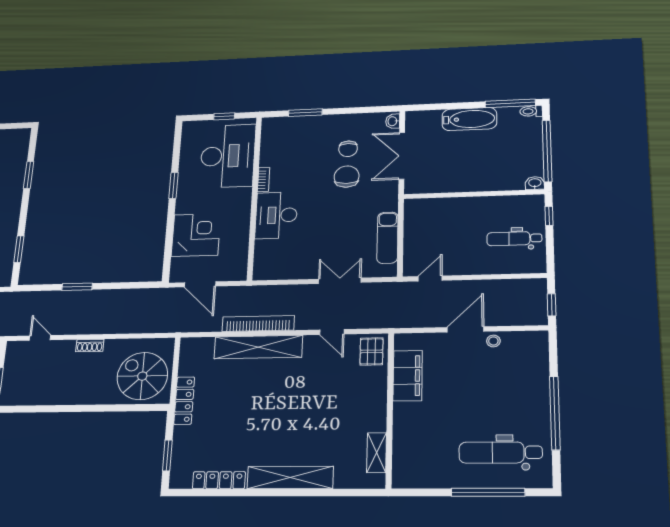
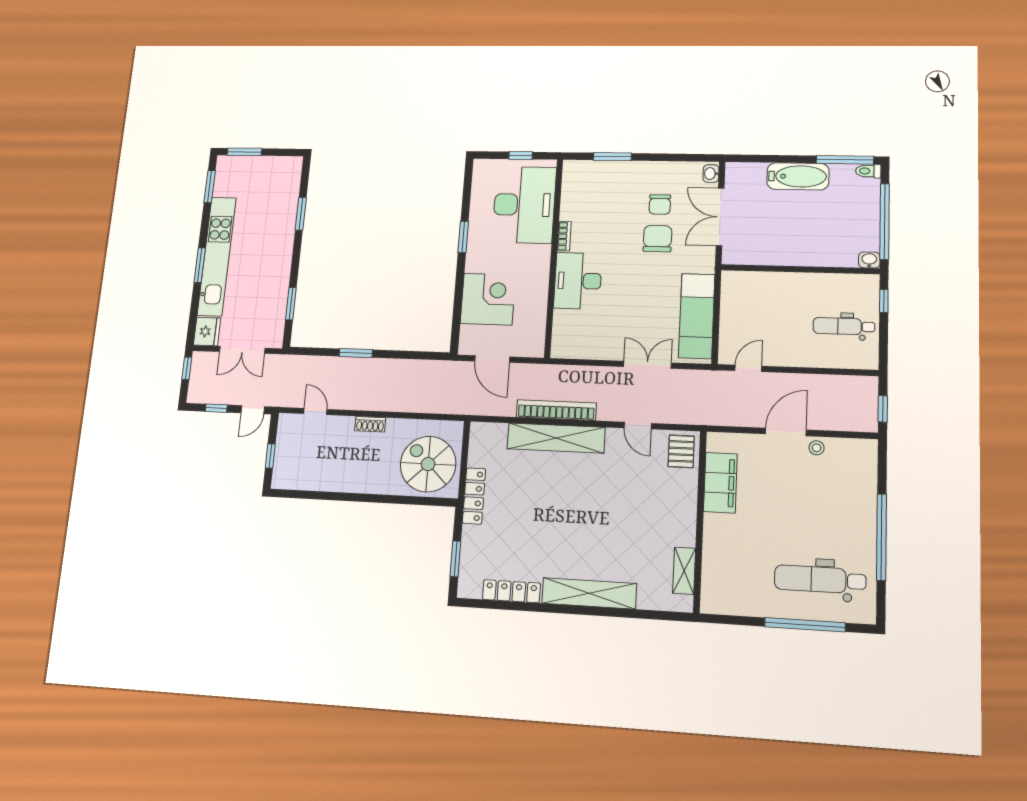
exam couch: (387, 238) -> (697, 316), width x1.36, depth x1.45

